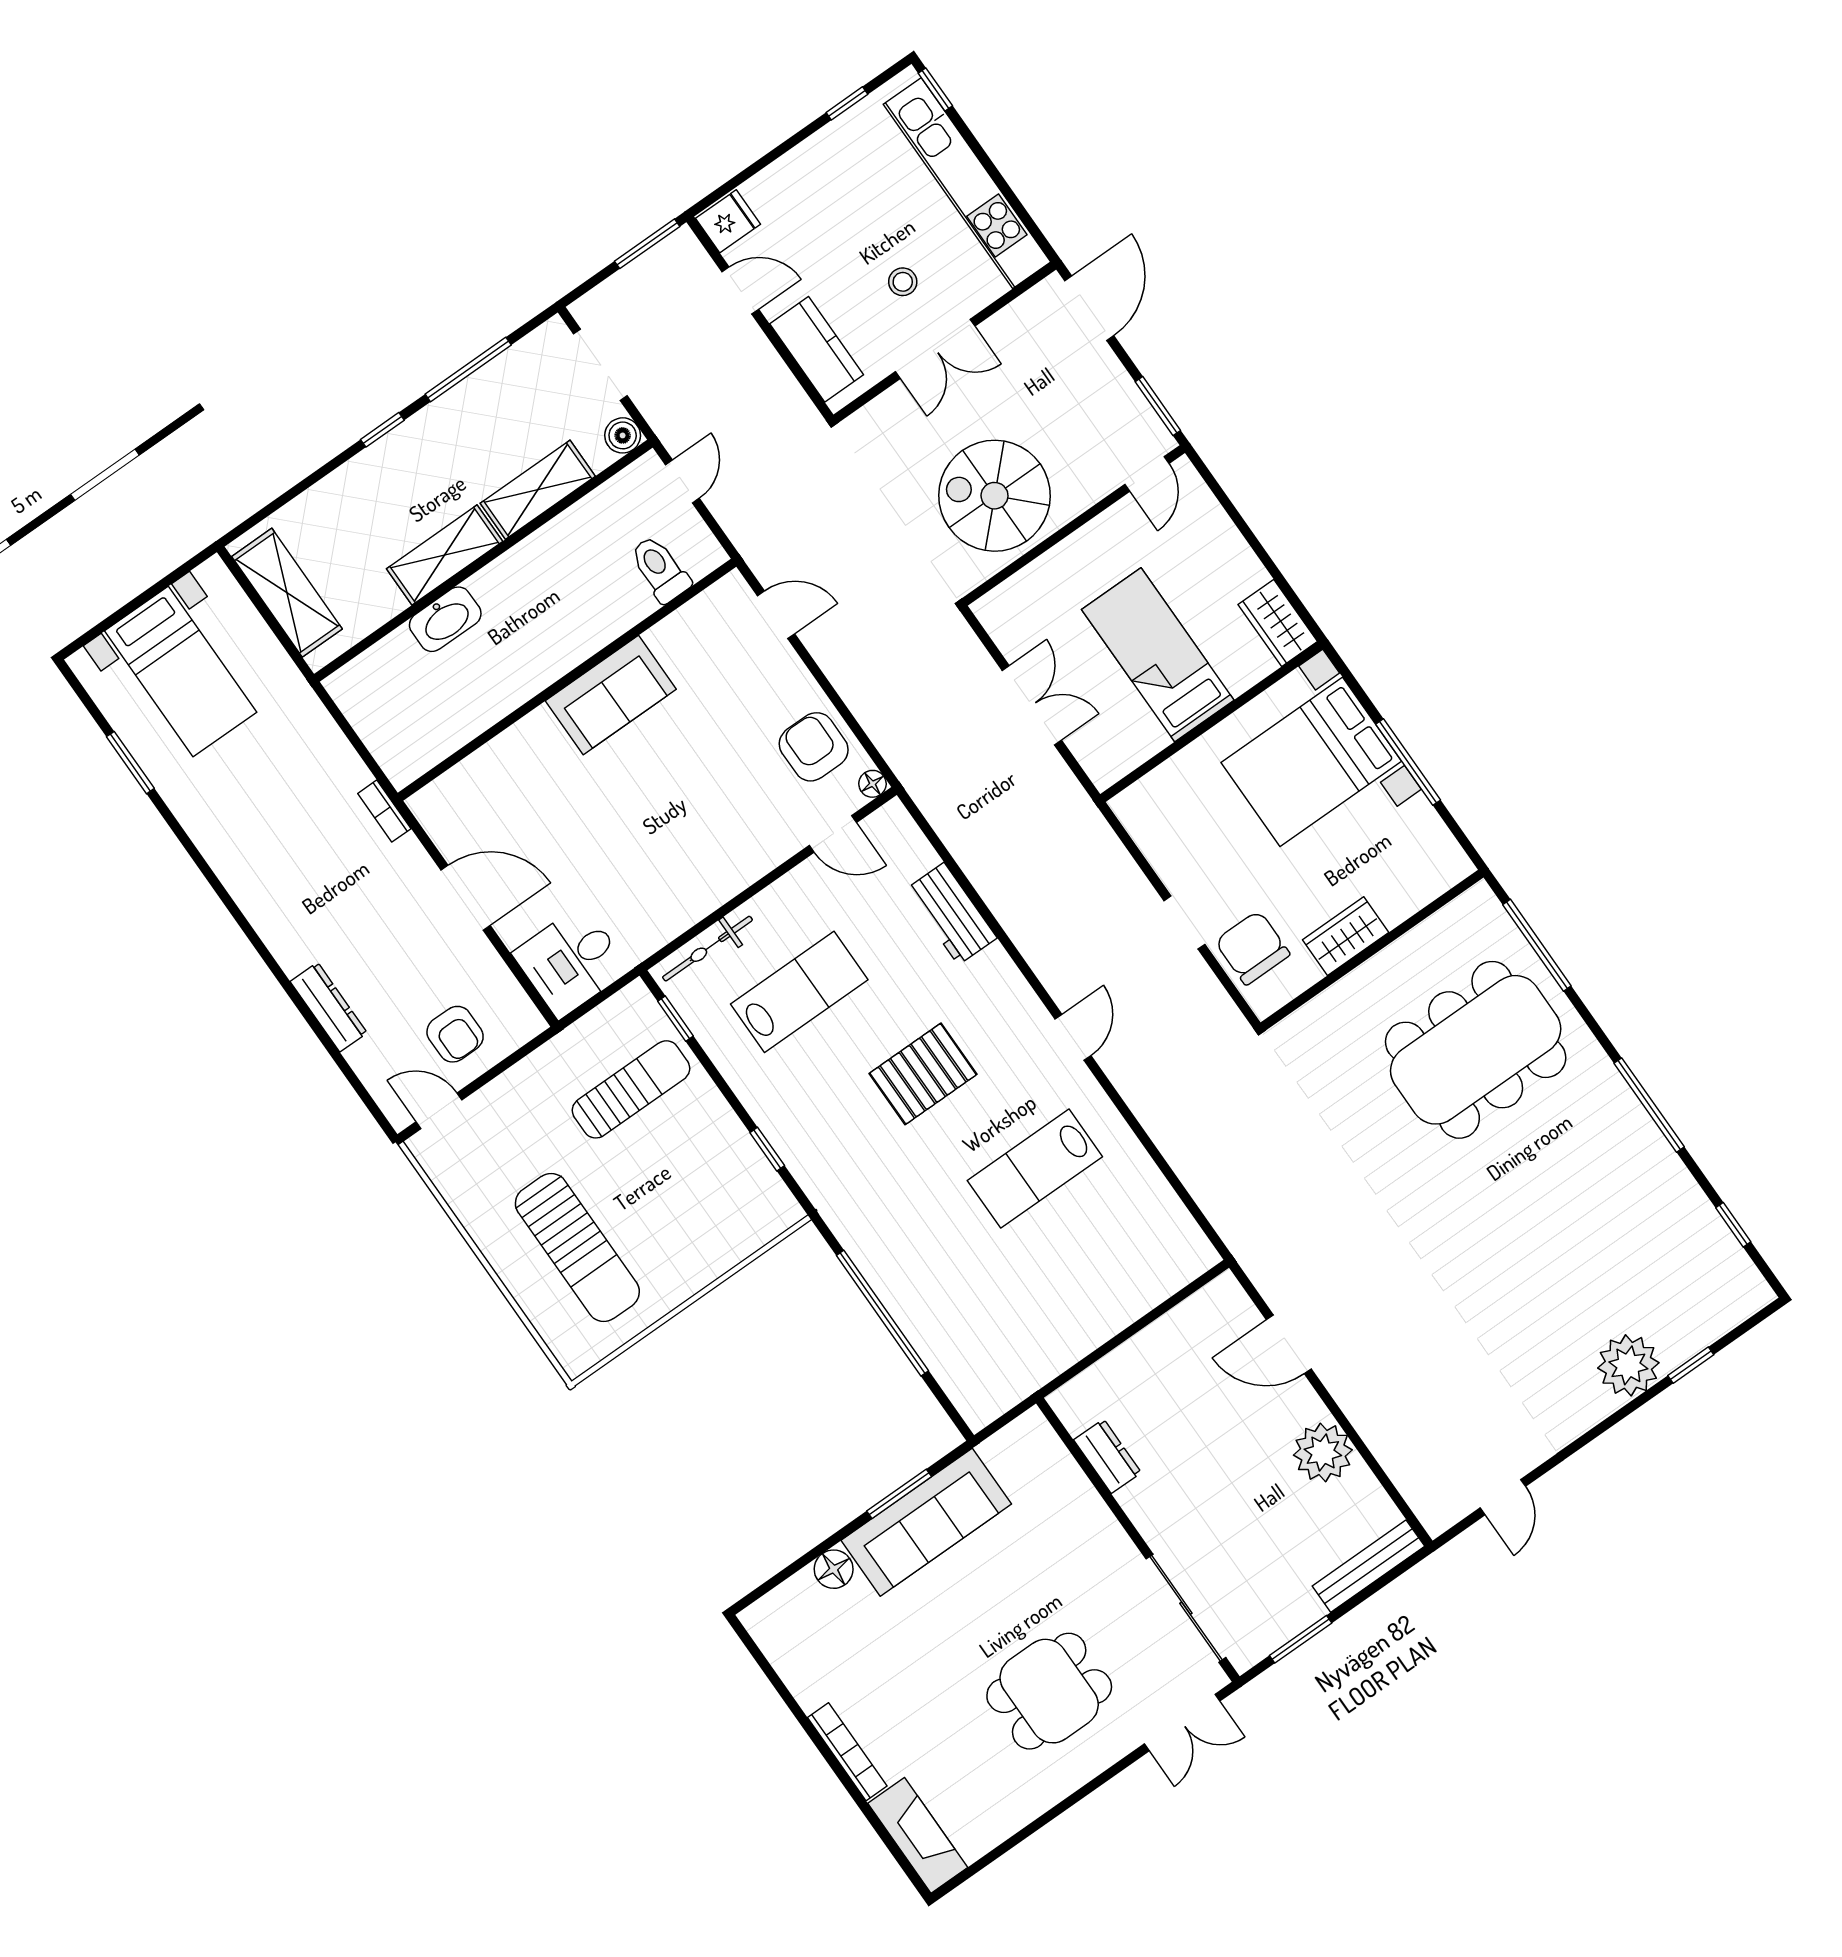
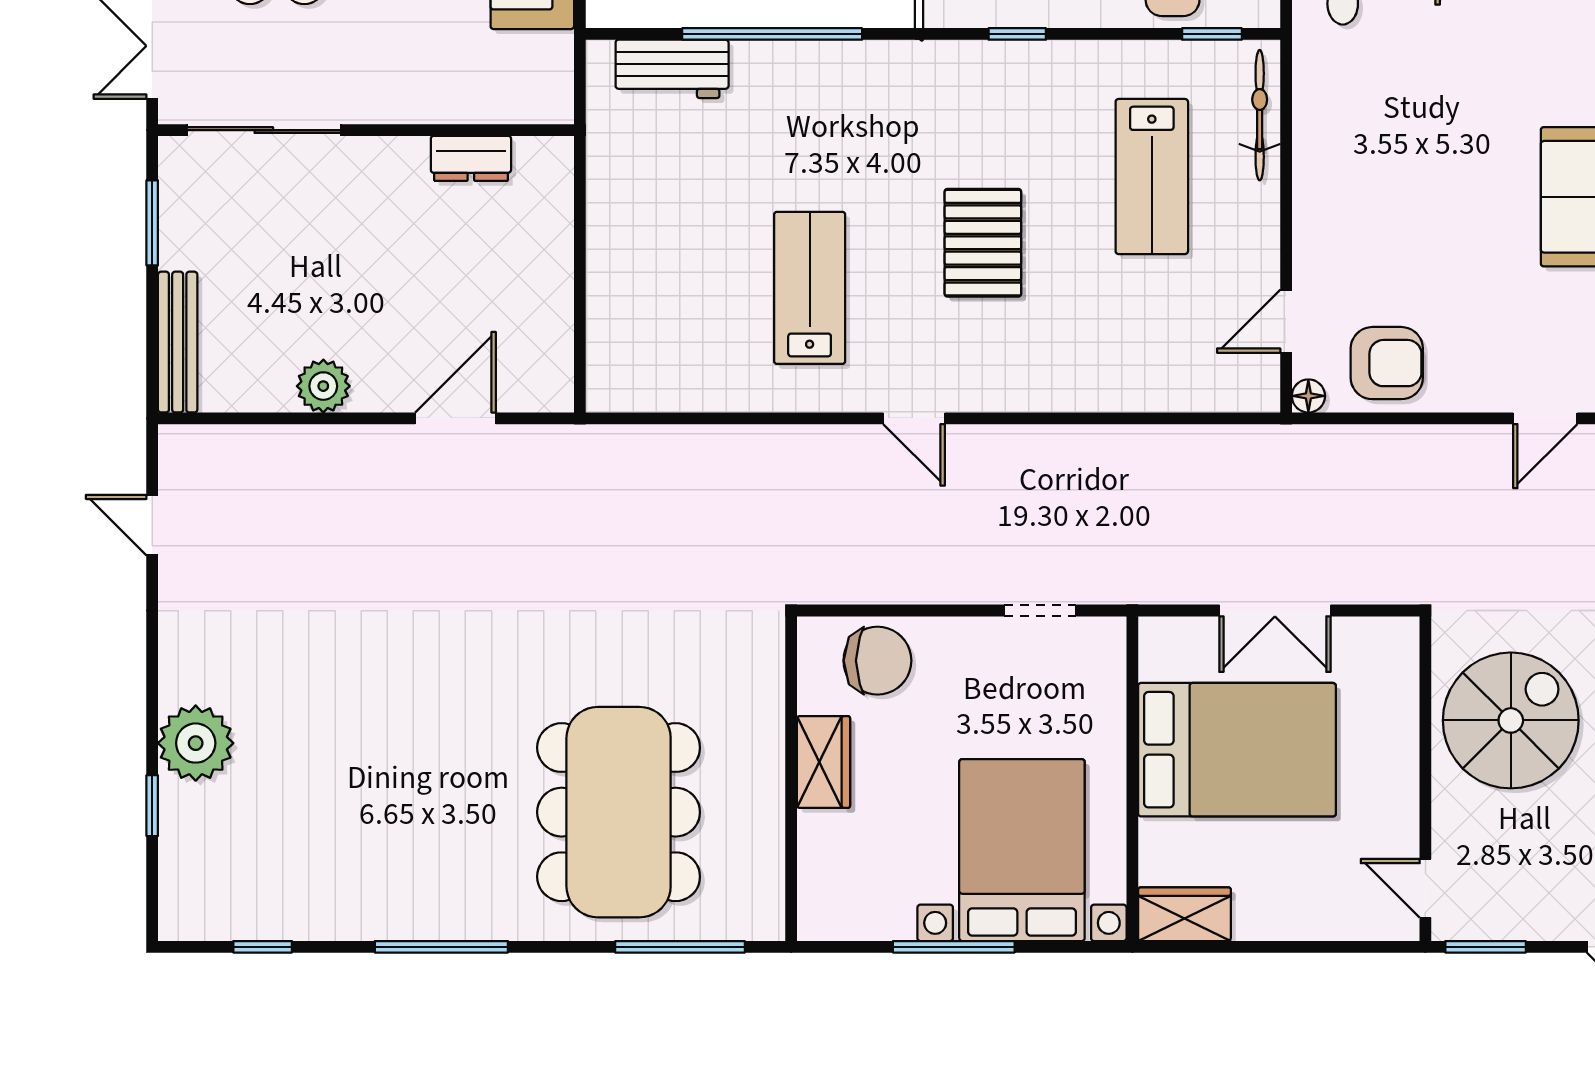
bed: (1158, 655) -> (1237, 750), width x1.50
workbench: (951, 914) -> (672, 69), moved, turned 180
doorway: (1185, 923) -> (1040, 611), moved
plant: (1323, 1452) -> (323, 386), width x0.73, depth x0.73

